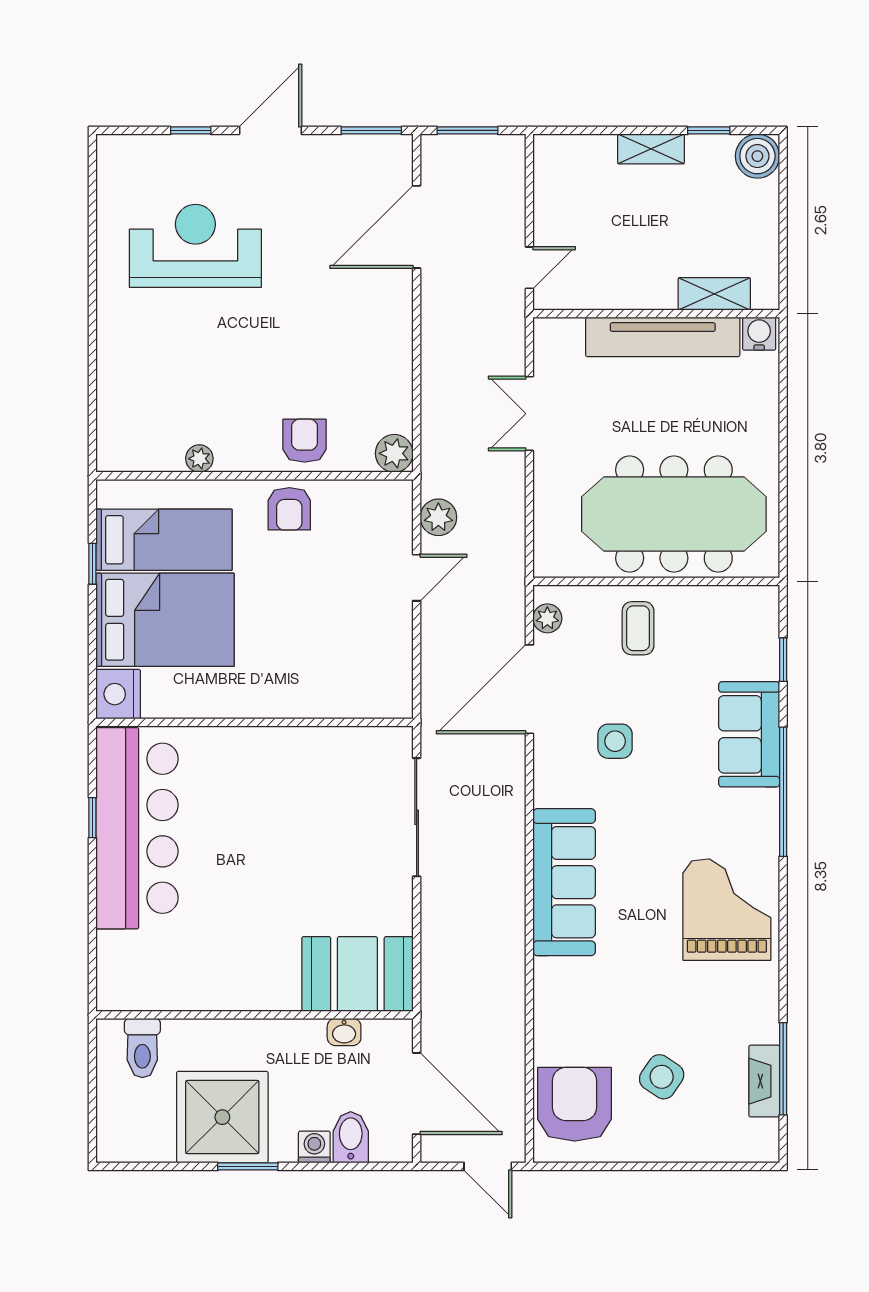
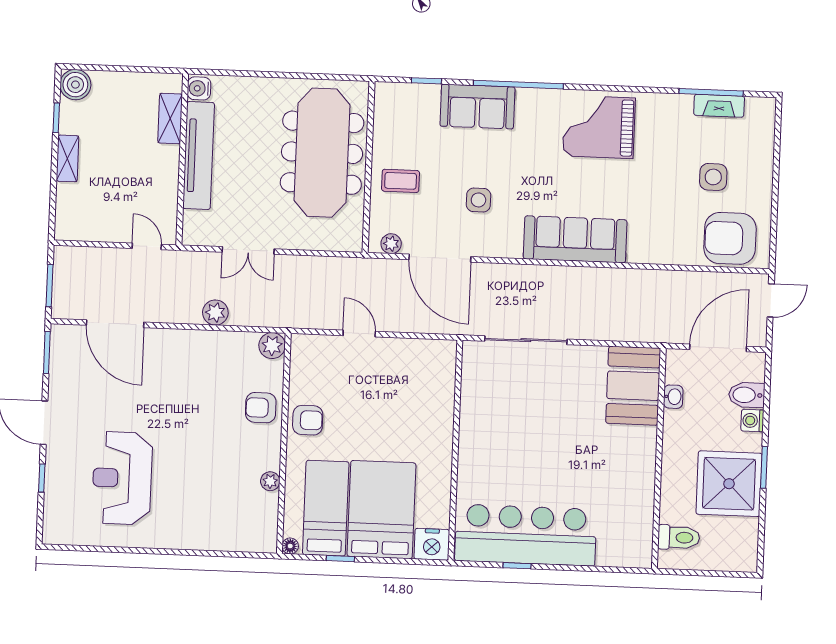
floor lamp: (108, 491) -> (290, 546), added
plant: (438, 517) -> (215, 313), moved
side table: (662, 1077) -> (713, 177), turned -34

